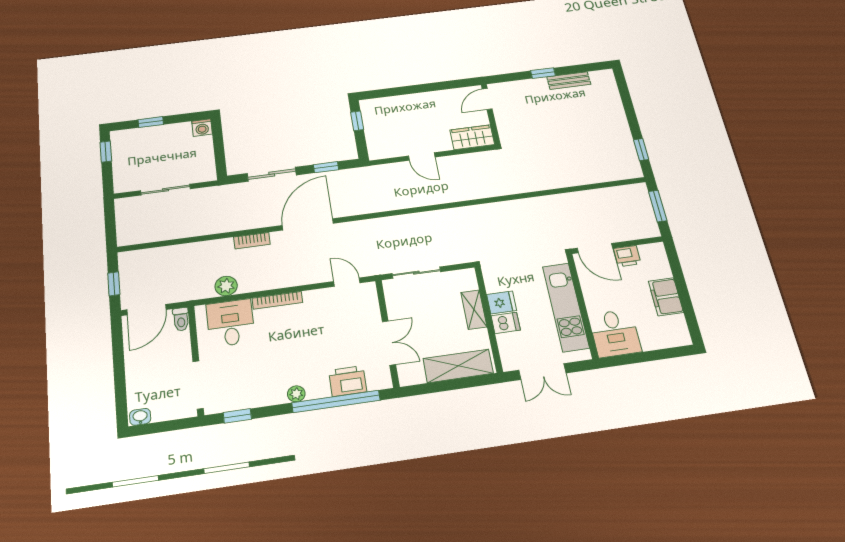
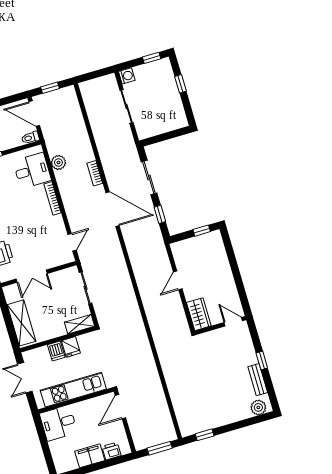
plant: (607, 84) -> (258, 407), added
washing machine: (202, 128) -> (127, 76), moved, turned 180
printer: (627, 256) -> (112, 451), moved, turned 90
shelving: (474, 310) -> (79, 324), moved

